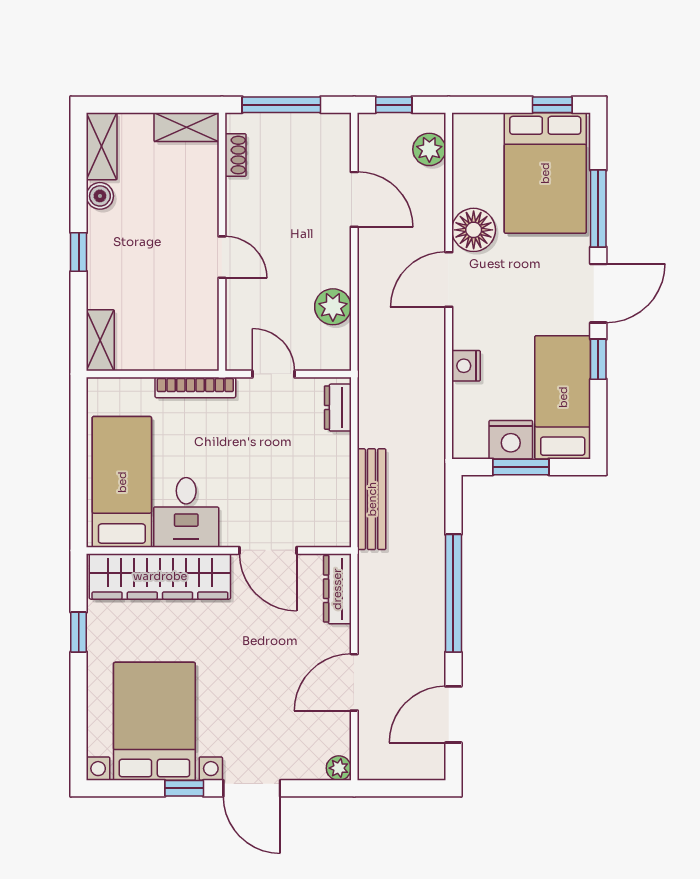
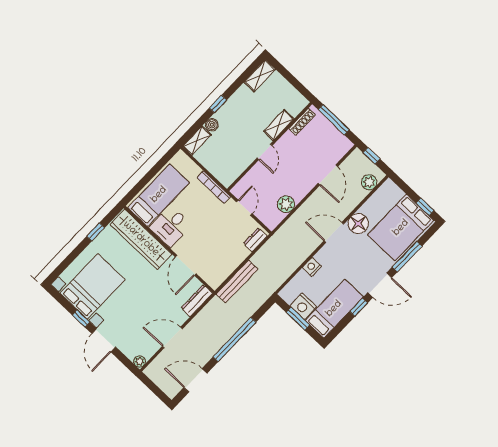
shelving: (186, 127) -> (279, 125), moved, turned 90
shoe rack: (236, 155) -> (302, 122), width x1.43
boiler: (100, 196) -> (212, 125), moved

